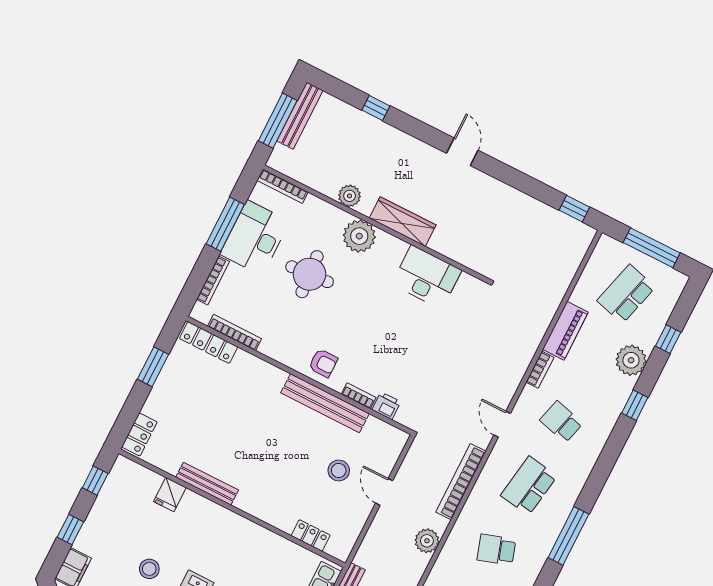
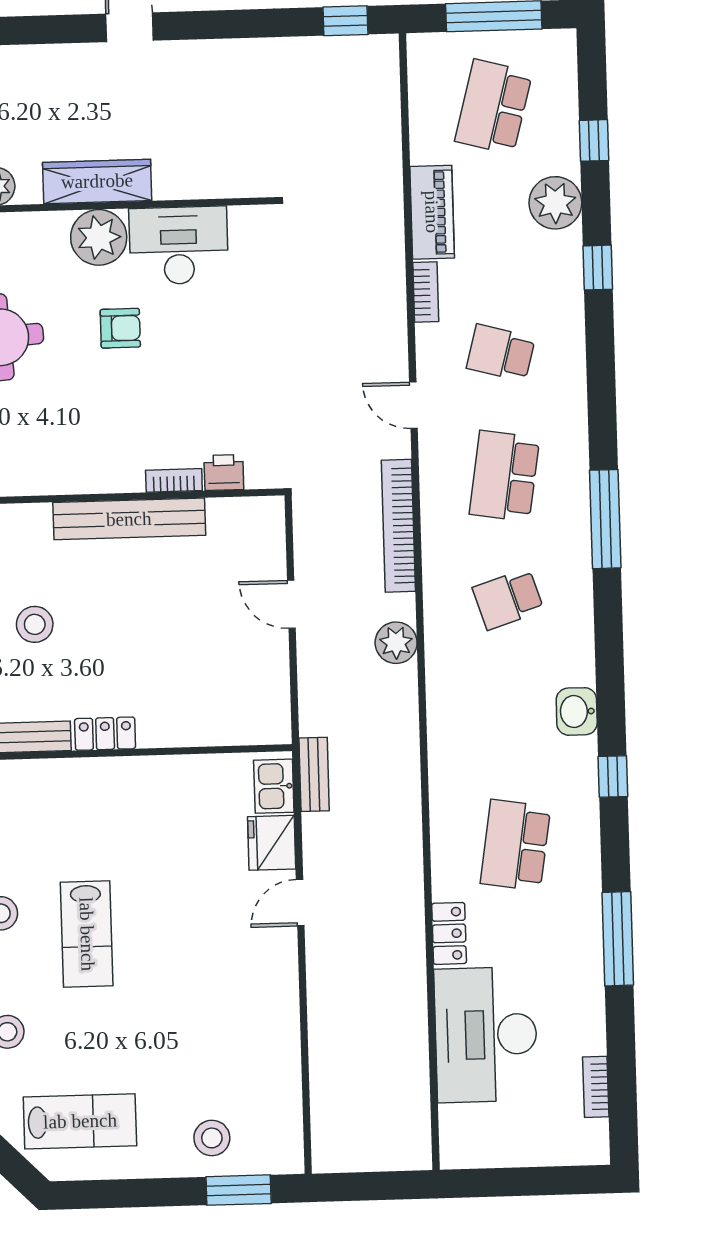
plant: (359, 236) -> (99, 237), moved
armchair: (323, 363) -> (120, 328), moved
stool: (339, 470) -> (35, 624), moved
locker: (311, 535) -> (105, 734), moved

